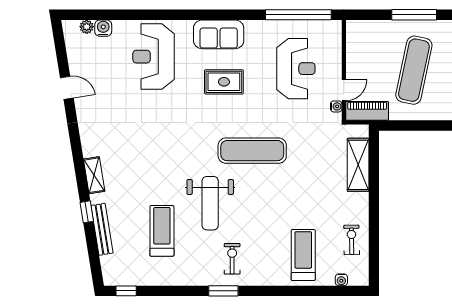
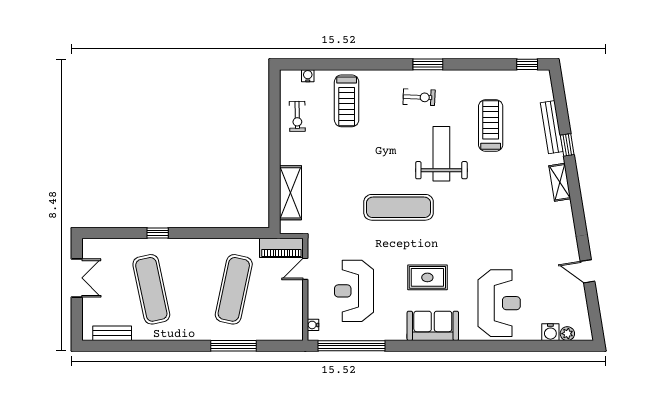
water cooler: (336, 106) -> (313, 325), moved
treadmill: (162, 231) -> (491, 126), turned 180
exercise bike: (232, 259) -> (419, 97), turned -88

